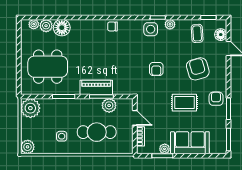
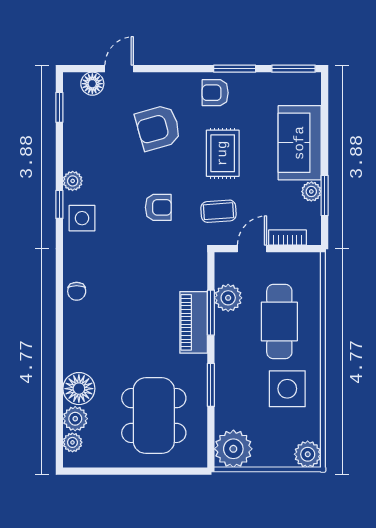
coffee table: (197, 33) -> (219, 211), moved
side table: (62, 136) -> (287, 389), width x1.87, depth x1.87

